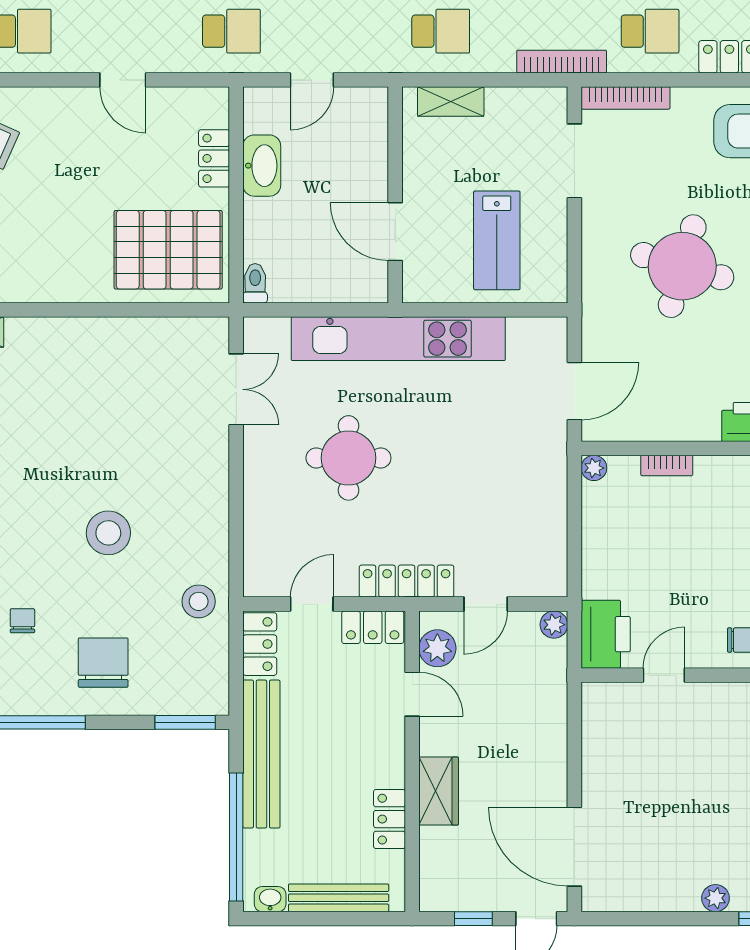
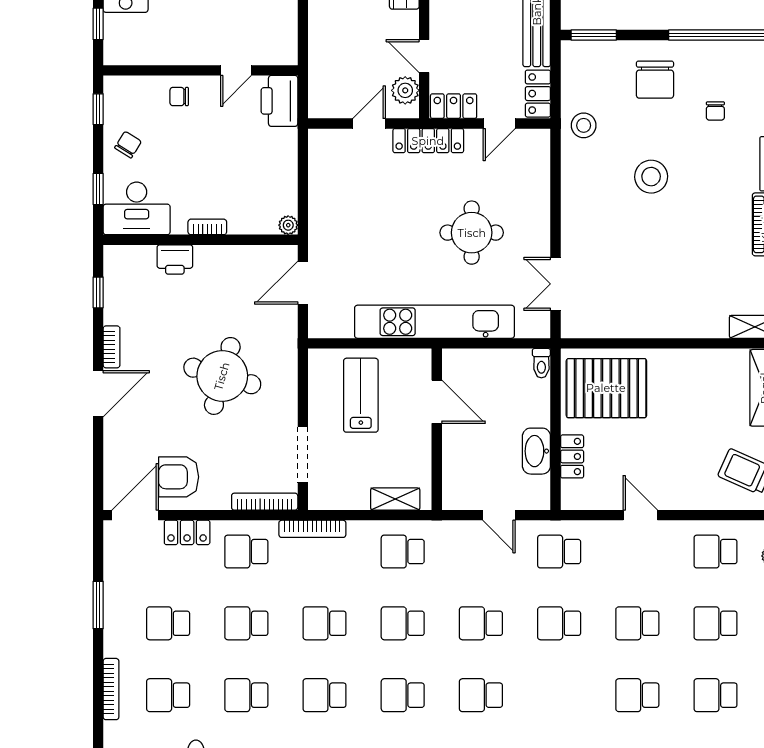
door: (312, 80) -> (499, 515), swing flipped
bookcase: (667, 466) -> (207, 227), moved
plant: (554, 625) -> (318, 108), removed

